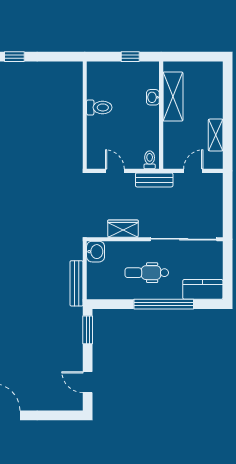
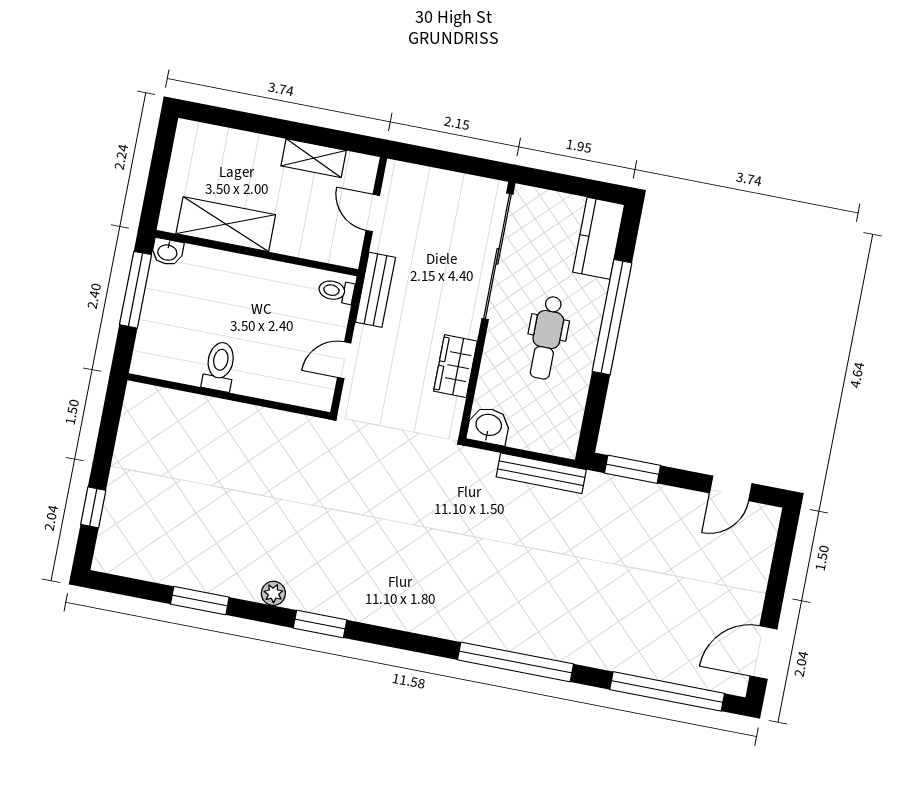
window: (130, 57) -> (136, 290), width x2.17
washbasin: (153, 97) -> (167, 252), moved

